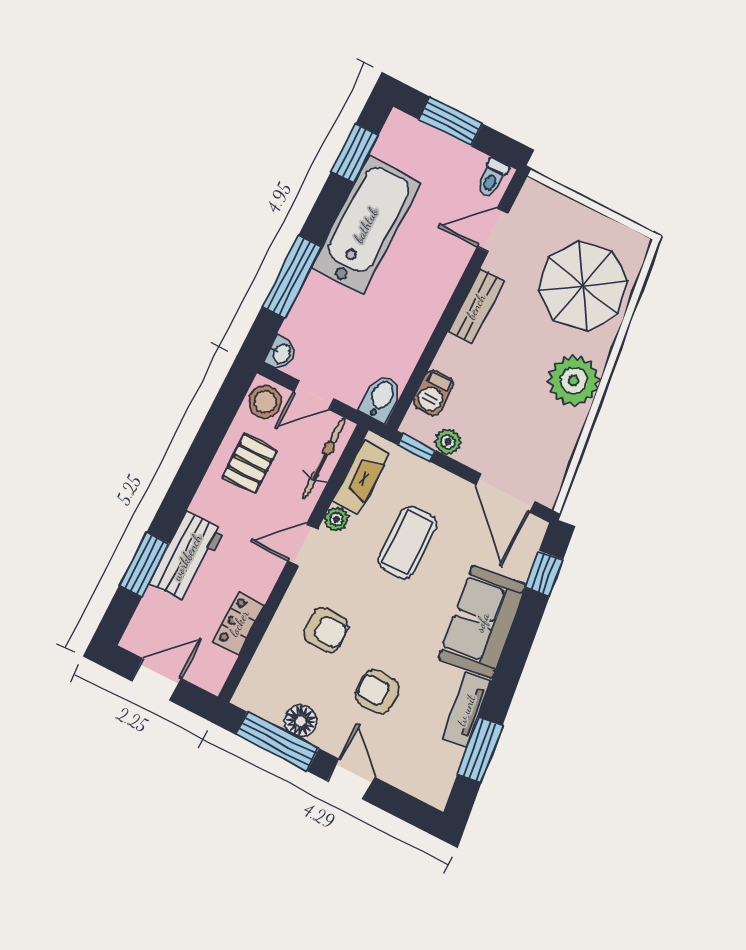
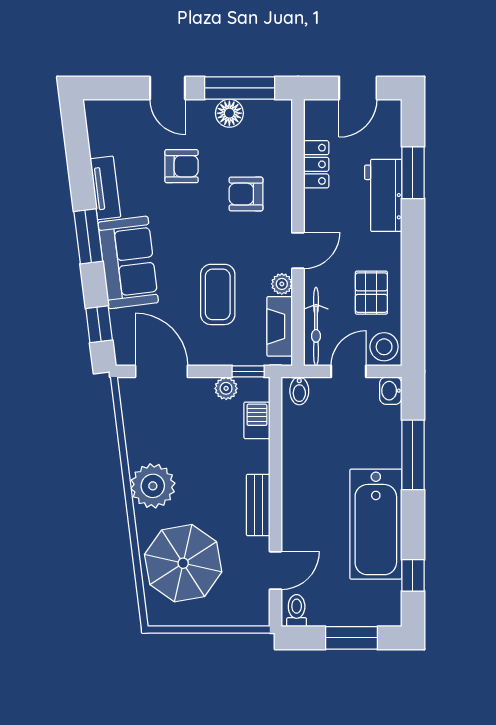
window: (355, 153) -> (413, 575), width x0.67
bidet: (381, 398) -> (299, 391), width x0.72, depth x0.74
window: (480, 750) -> (88, 236), moved

